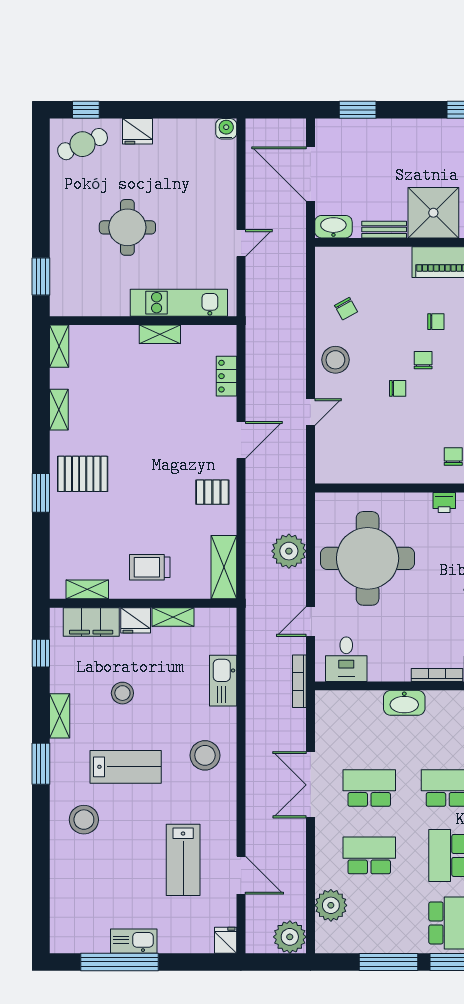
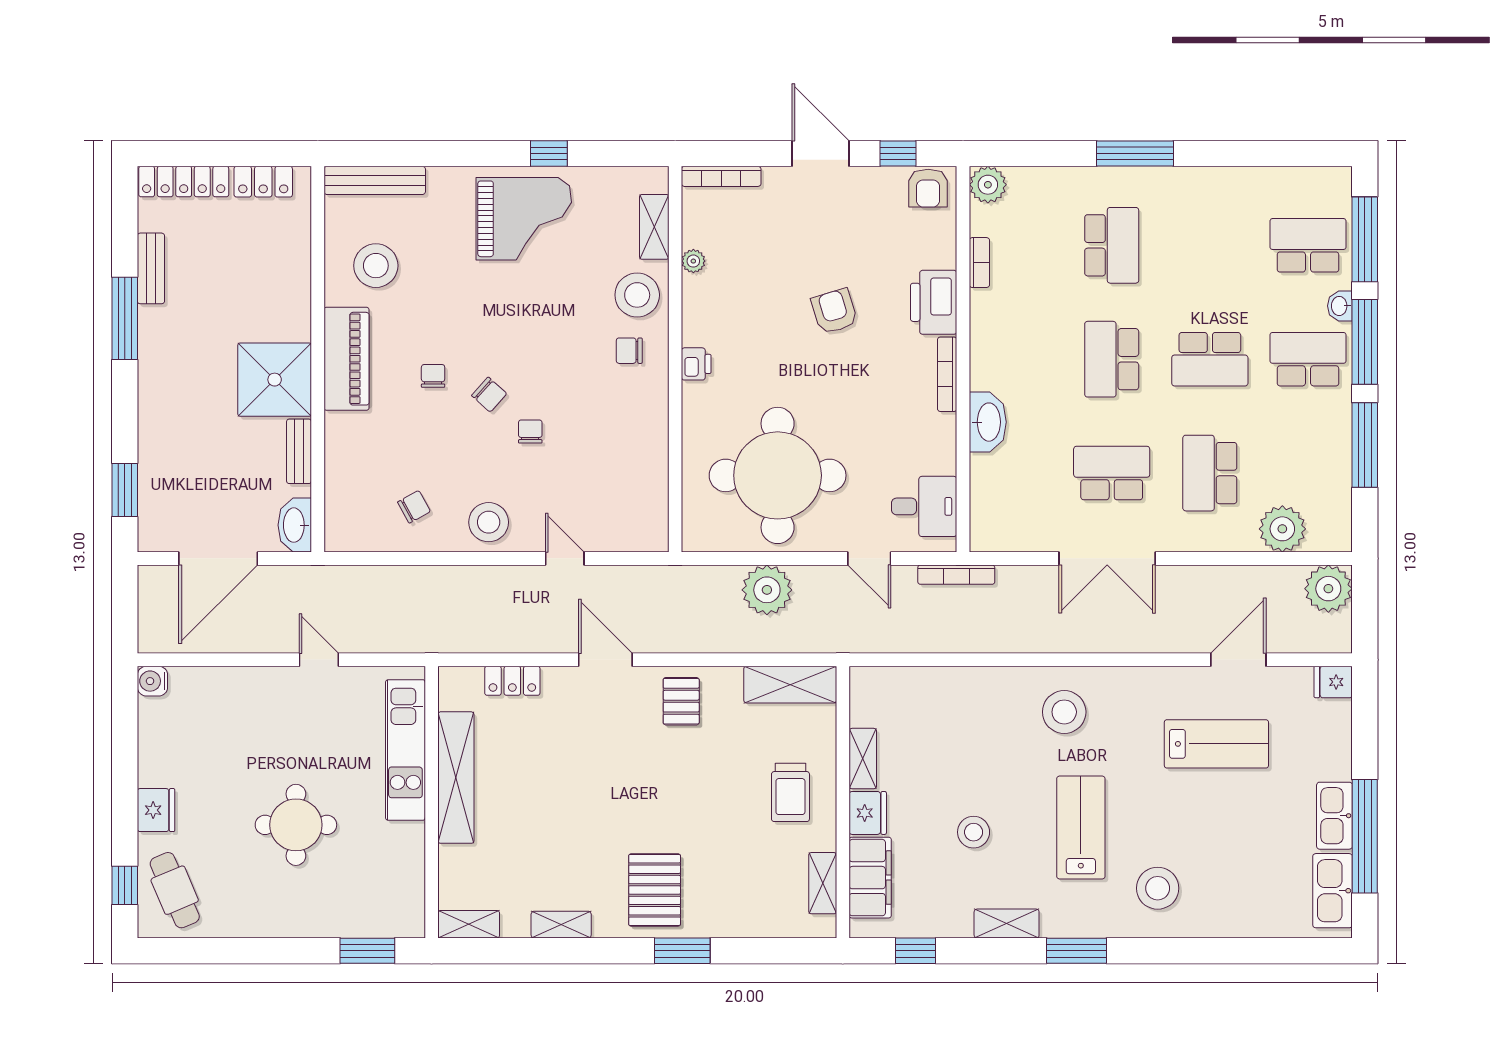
shelving: (160, 334) -> (456, 778), width x2.20, depth x1.33
chair: (423, 360) -> (489, 395), turned -138
kitchen sink: (223, 681) -> (1333, 891), moved, turned 90
school desk: (369, 788) -> (1112, 473), turned 90

